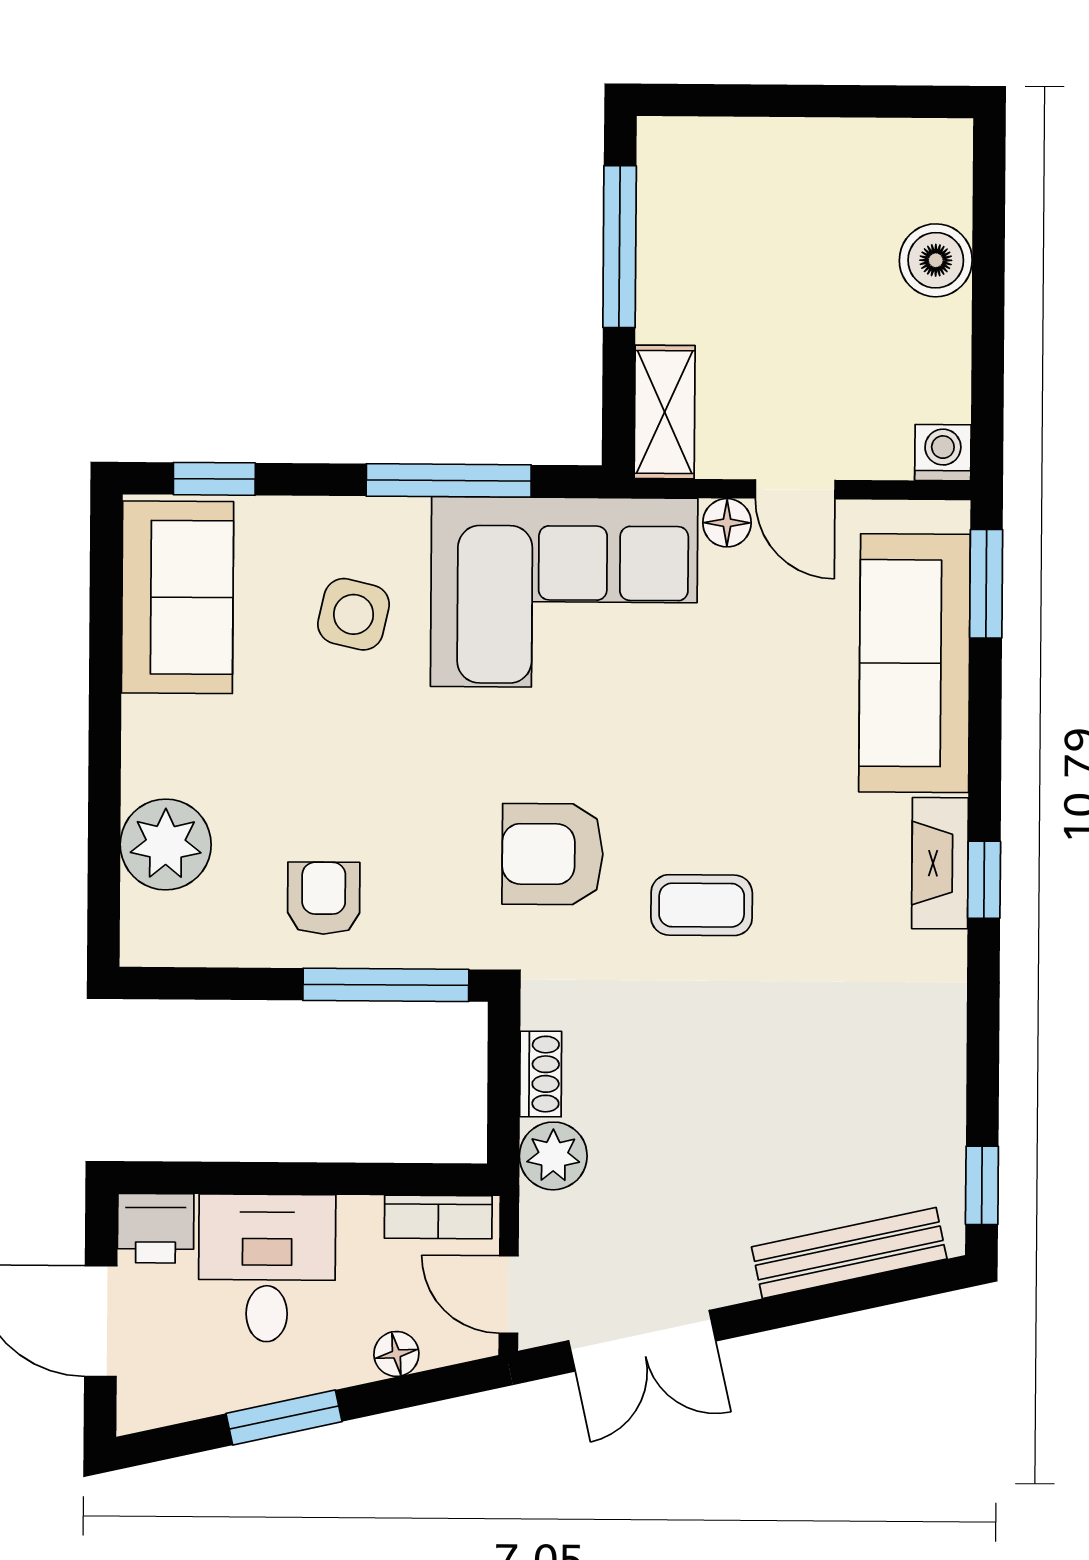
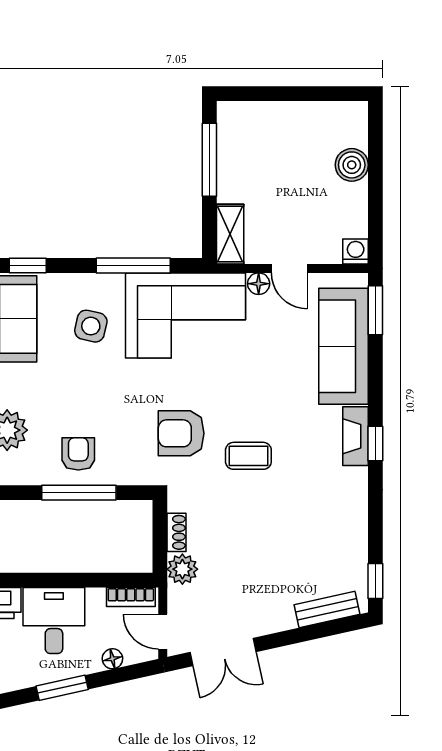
window: (386, 985) -> (79, 493), moved
bench: (849, 1253) -> (327, 609), width x0.73

